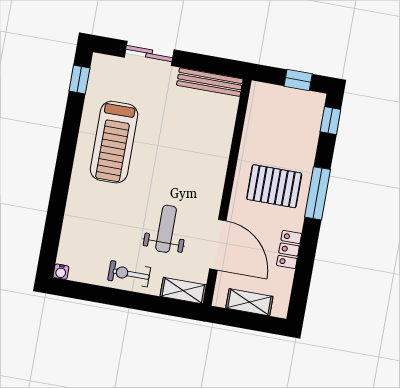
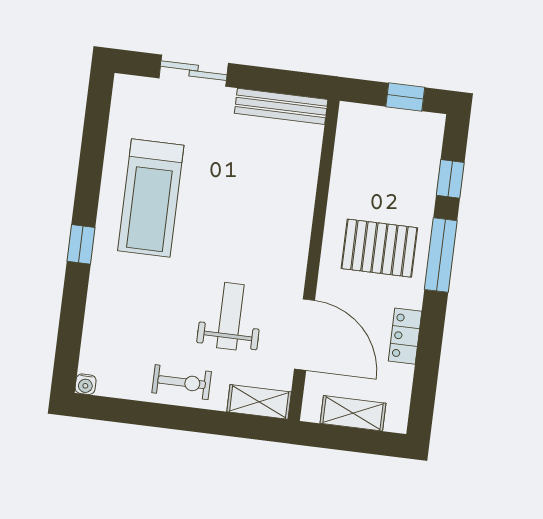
window: (79, 79) -> (81, 244), moved
window: (330, 121) -> (450, 179), moved
exercise bike: (129, 274) -> (182, 382), turned 180

